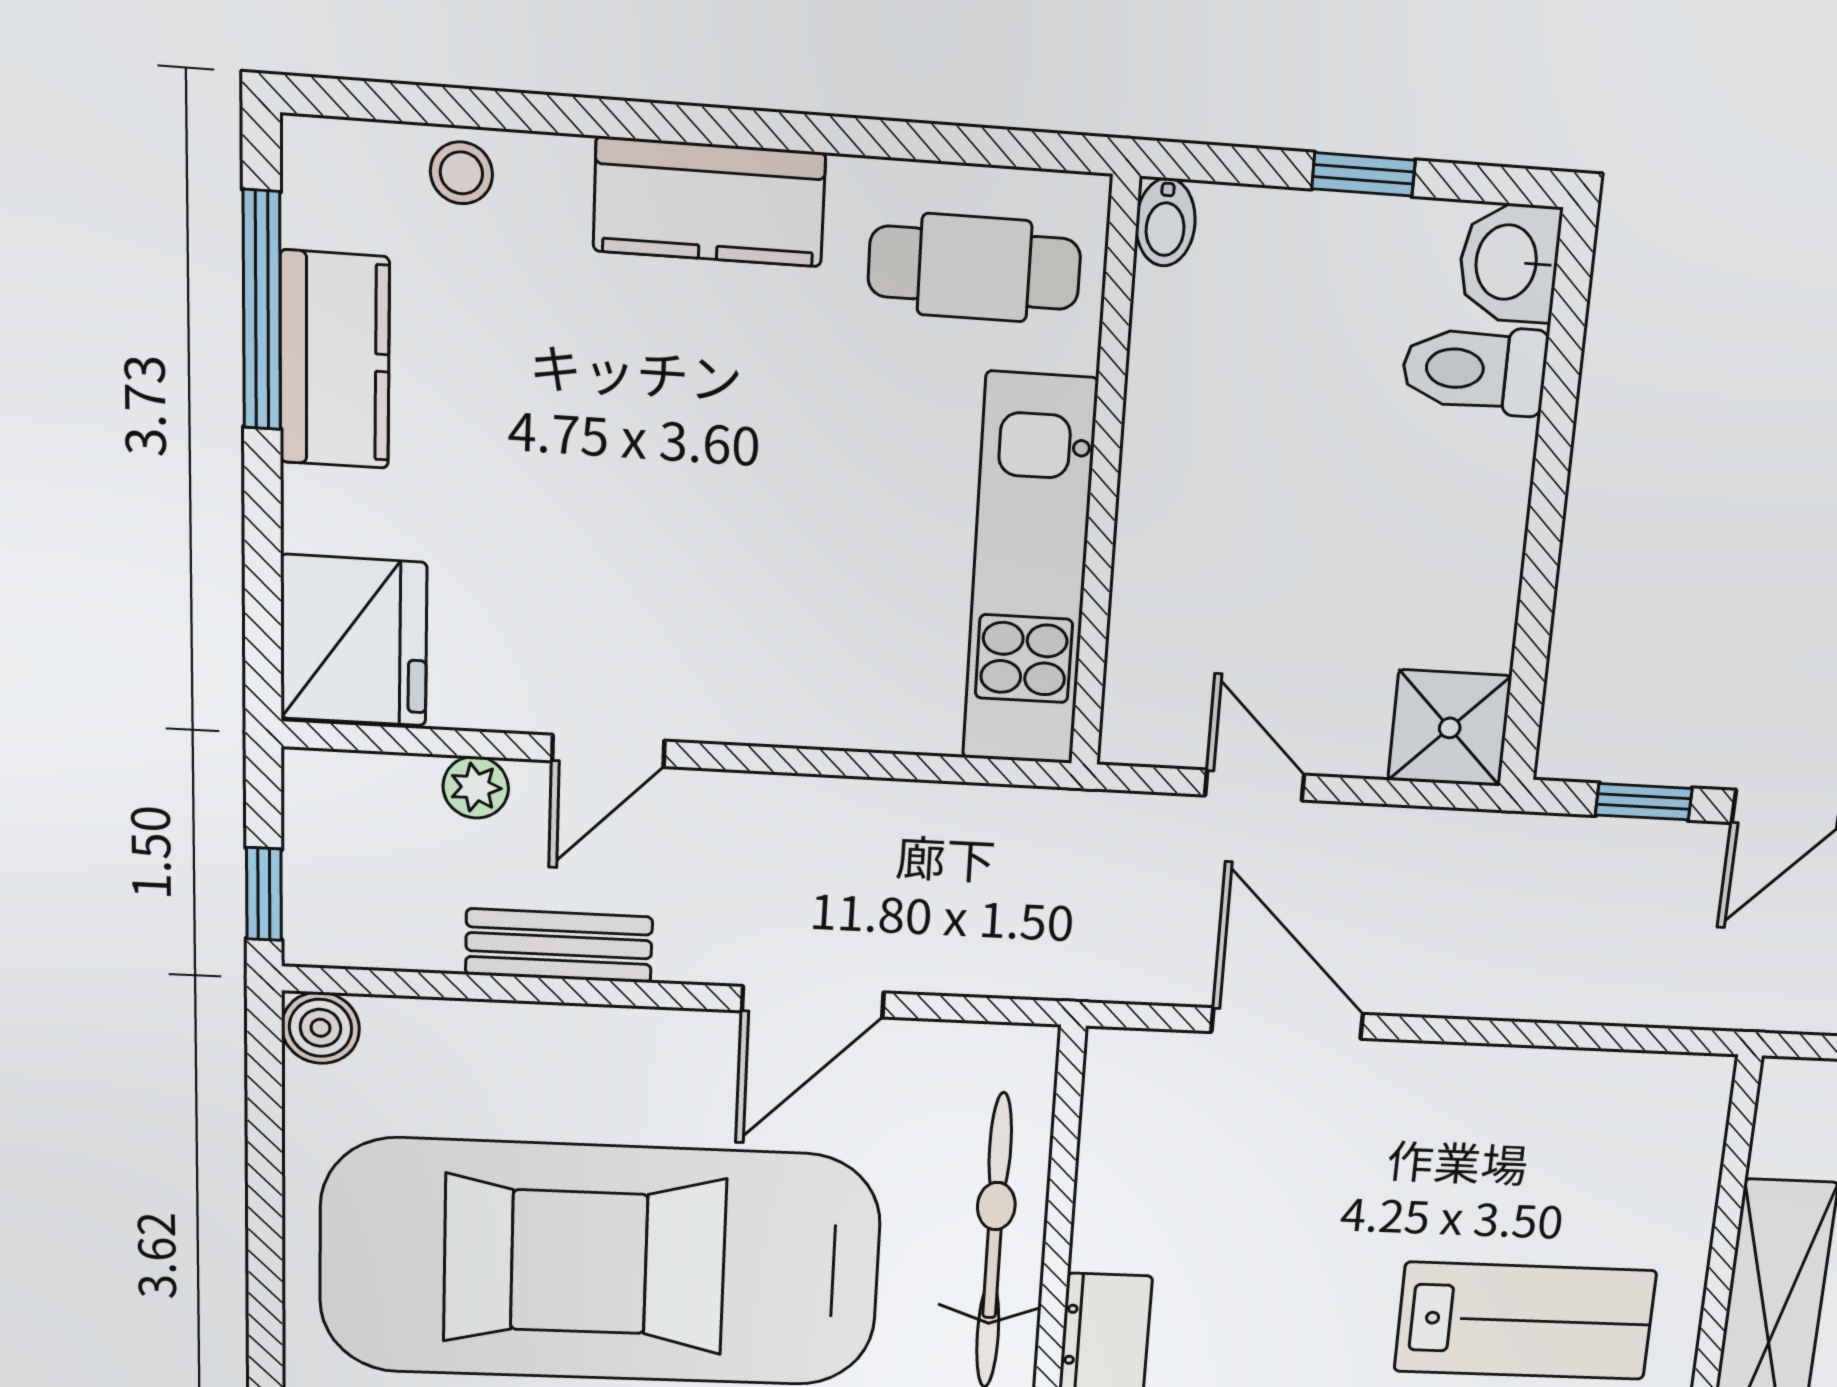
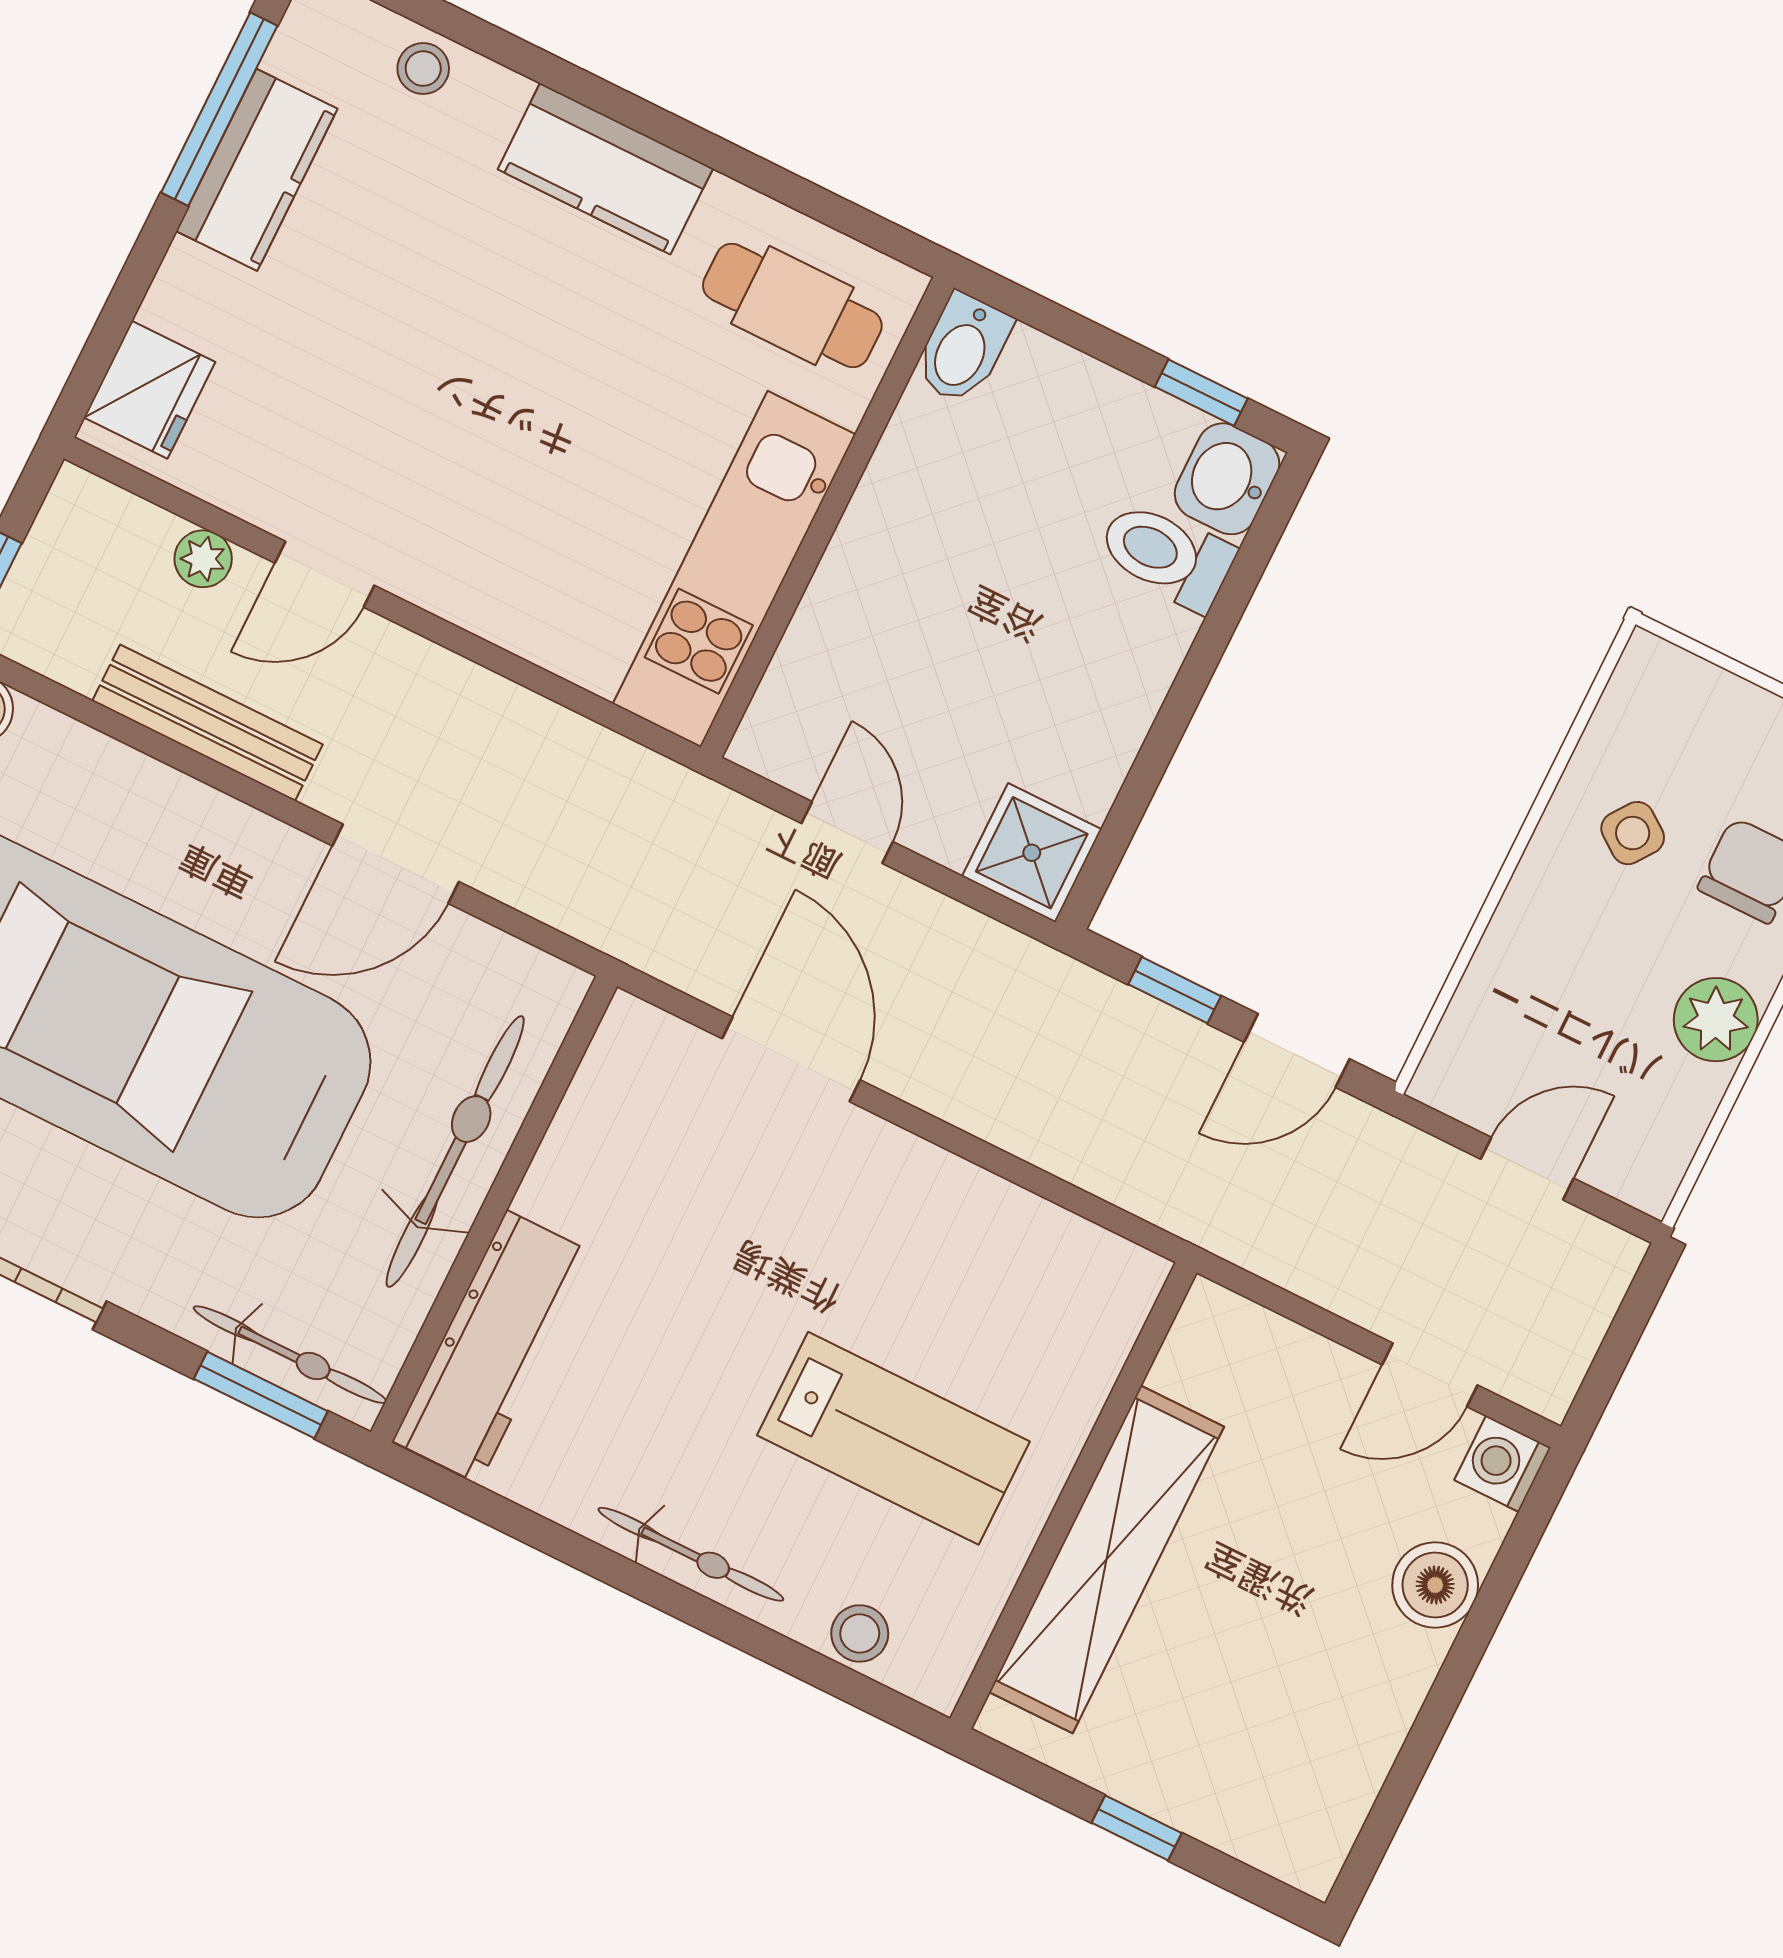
window: (1363, 174) -> (1201, 393), moved
bidet: (1166, 222) -> (963, 349), width x1.38, depth x1.36
fridge: (354, 640) -> (150, 390), width x0.73, depth x0.75
bench: (559, 946) -> (207, 723), width x1.36

